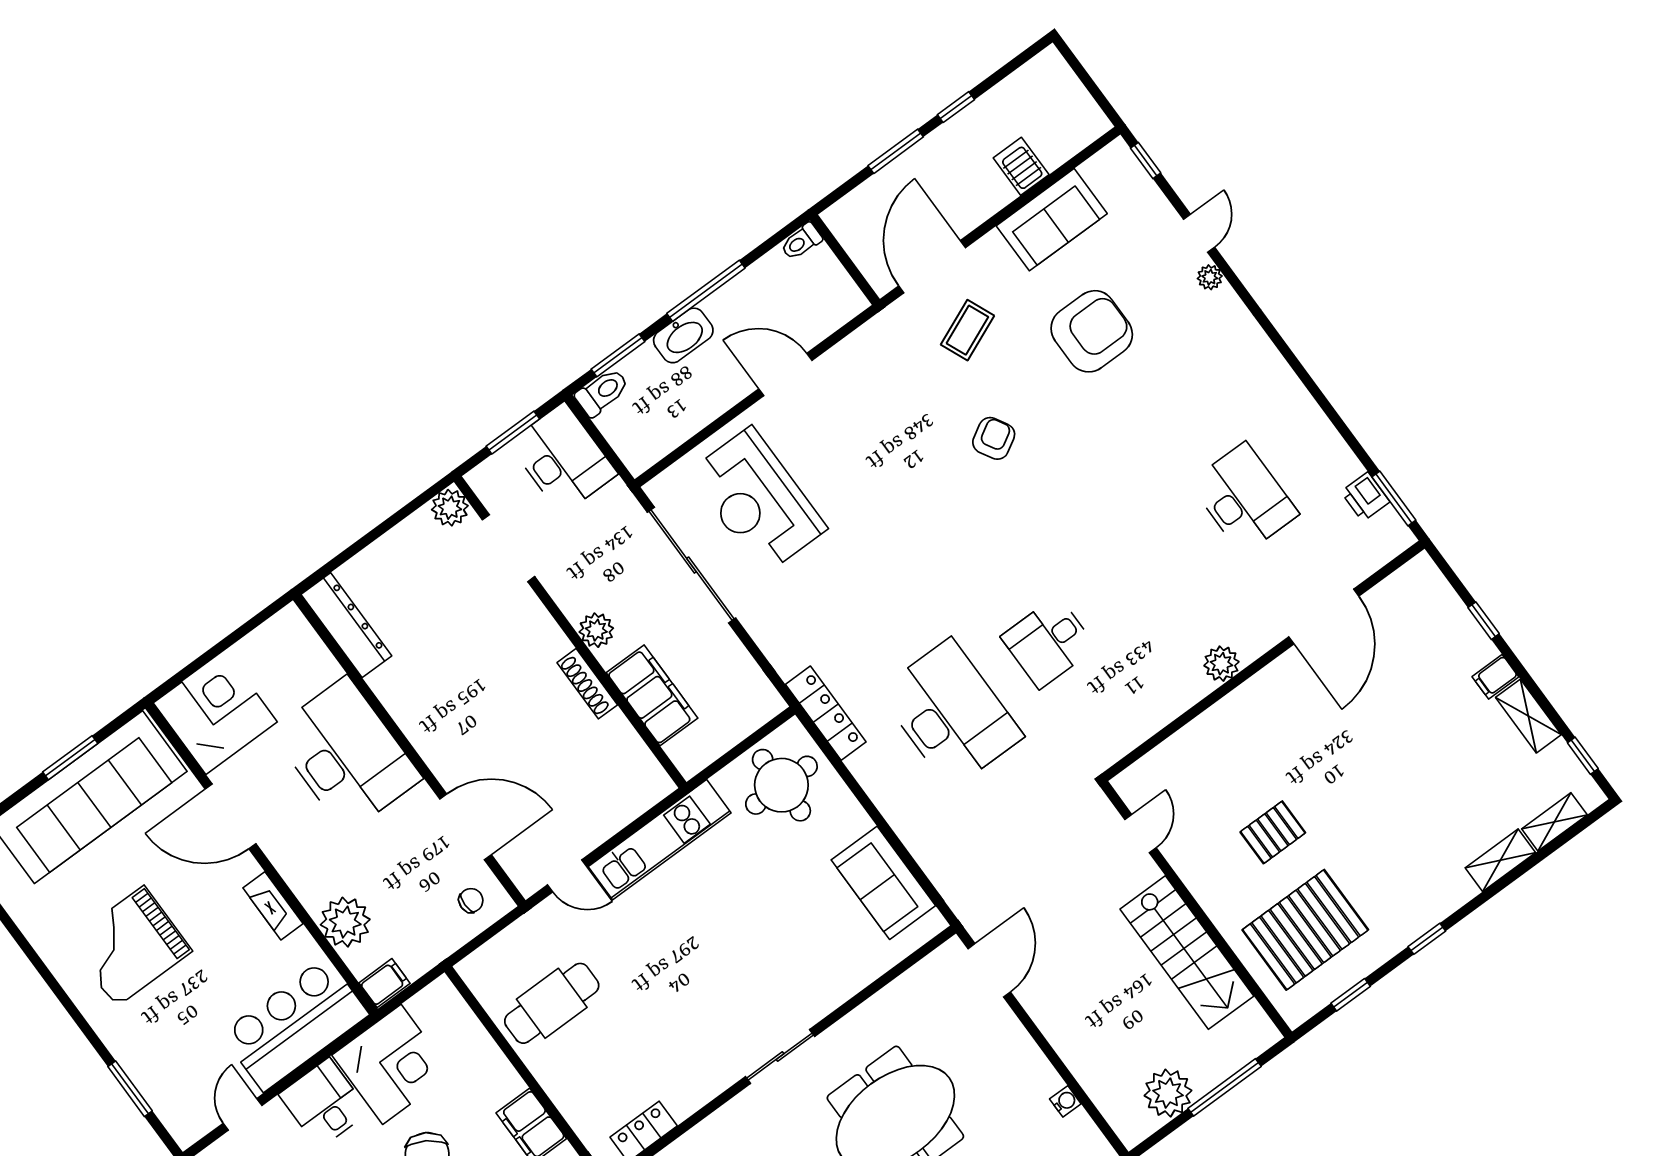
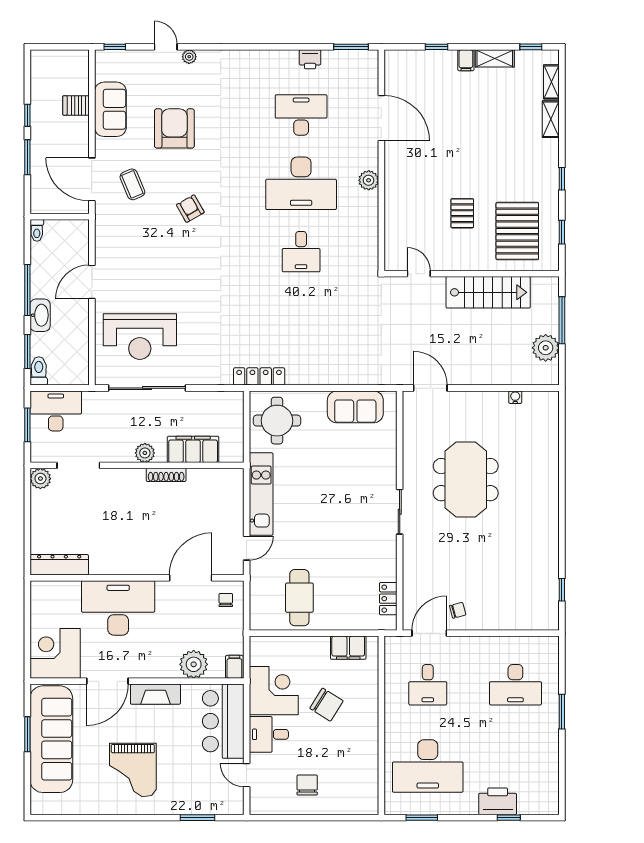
printer: (1365, 497) -> (310, 59), moved
desk: (951, 714) -> (301, 183), moved, turned 180
fireplace: (273, 906) -> (155, 694), width x1.37, depth x1.32

